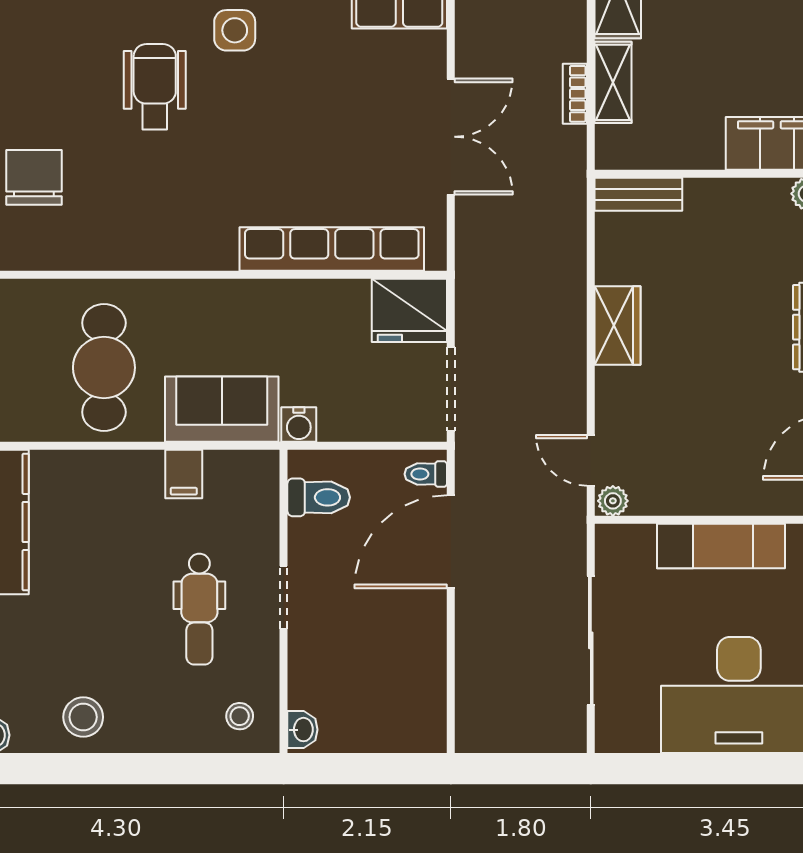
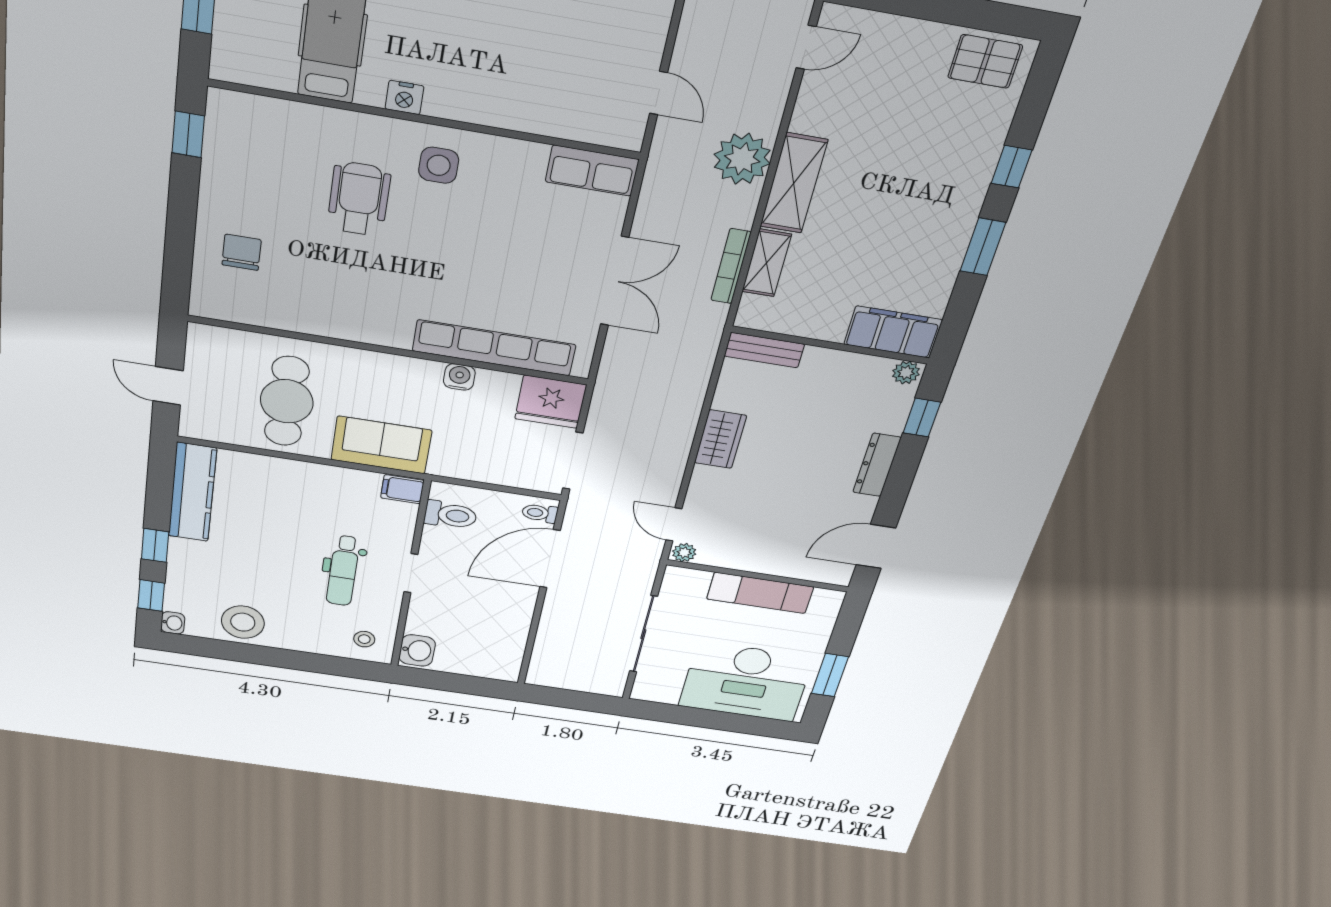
bookcase: (575, 94) -> (731, 266), width x1.56
chair: (34, 177) -> (242, 252), width x0.73, depth x0.73
water cooler: (299, 425) -> (459, 377), moved, turned 180
filing cabinet: (184, 474) -> (402, 489), moved, turned 90
stool: (83, 717) -> (243, 622), width x1.38, depth x1.38
washbasin: (302, 730) -> (417, 650), width x1.38, depth x1.45

